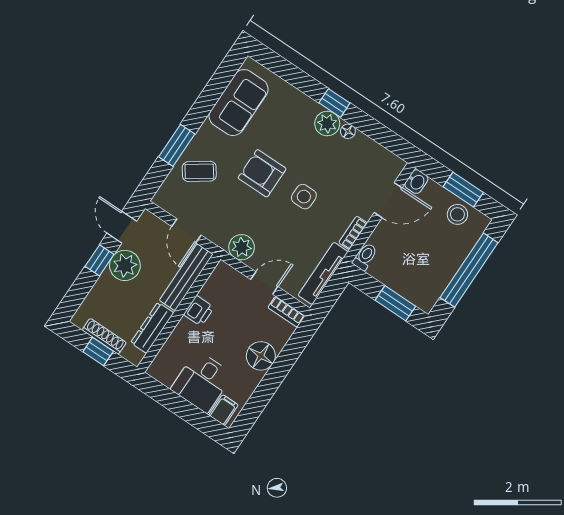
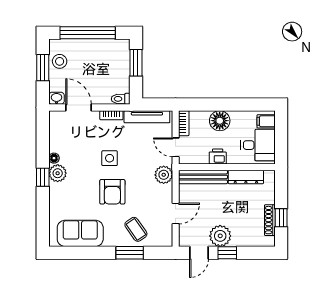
bench: (186, 277) -> (203, 177), moved
printer: (199, 311) -> (218, 156), moved
wall: (179, 313) -> (227, 167), moved
dresser: (152, 328) -> (246, 177), moved

